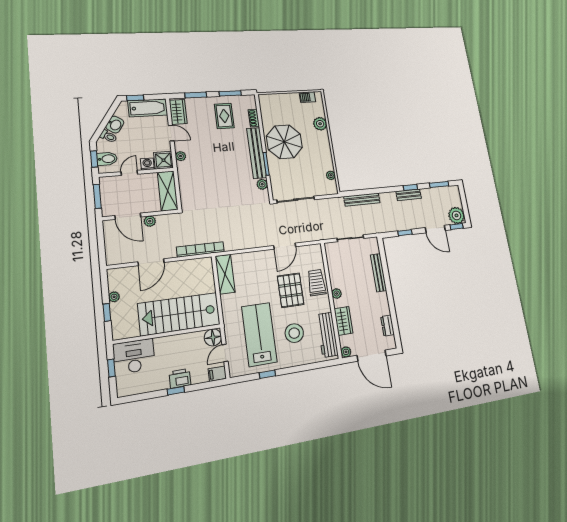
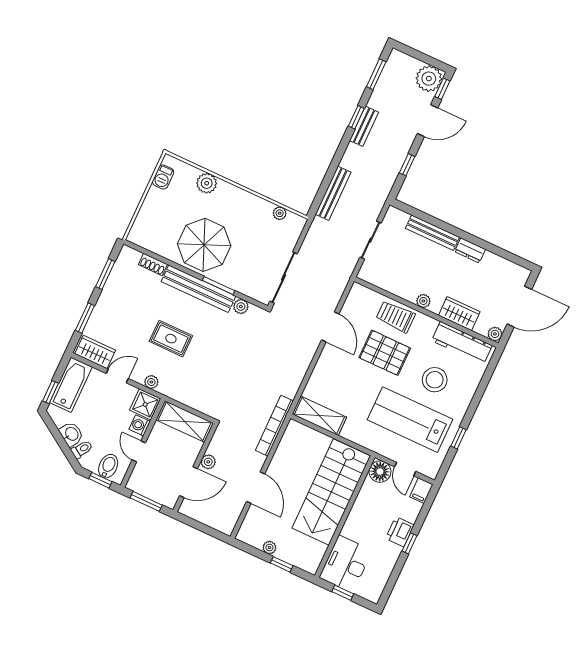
rug: (224, 116) -> (171, 339), moved
dresser: (387, 326) -> (470, 250), moved

